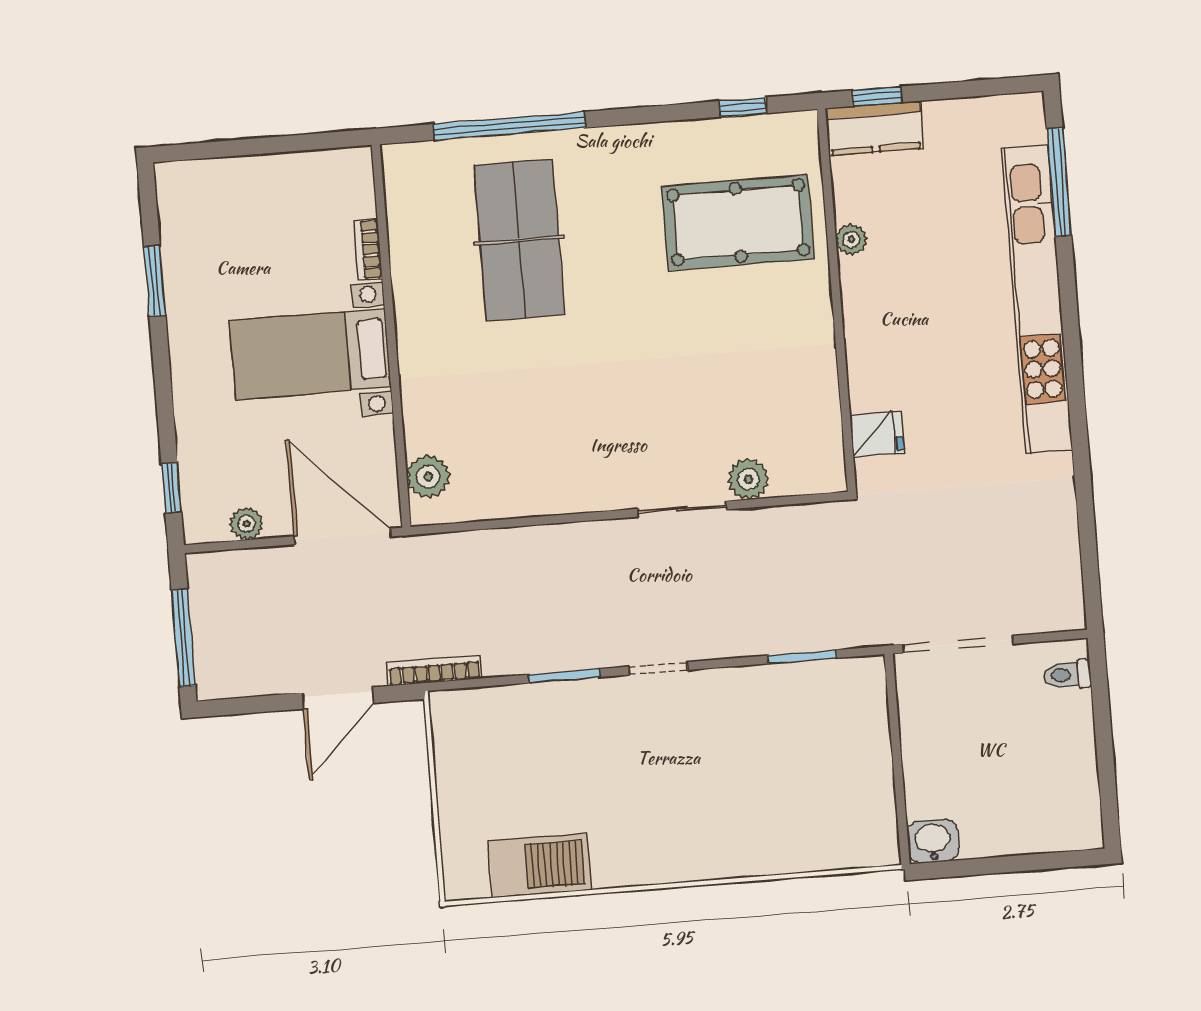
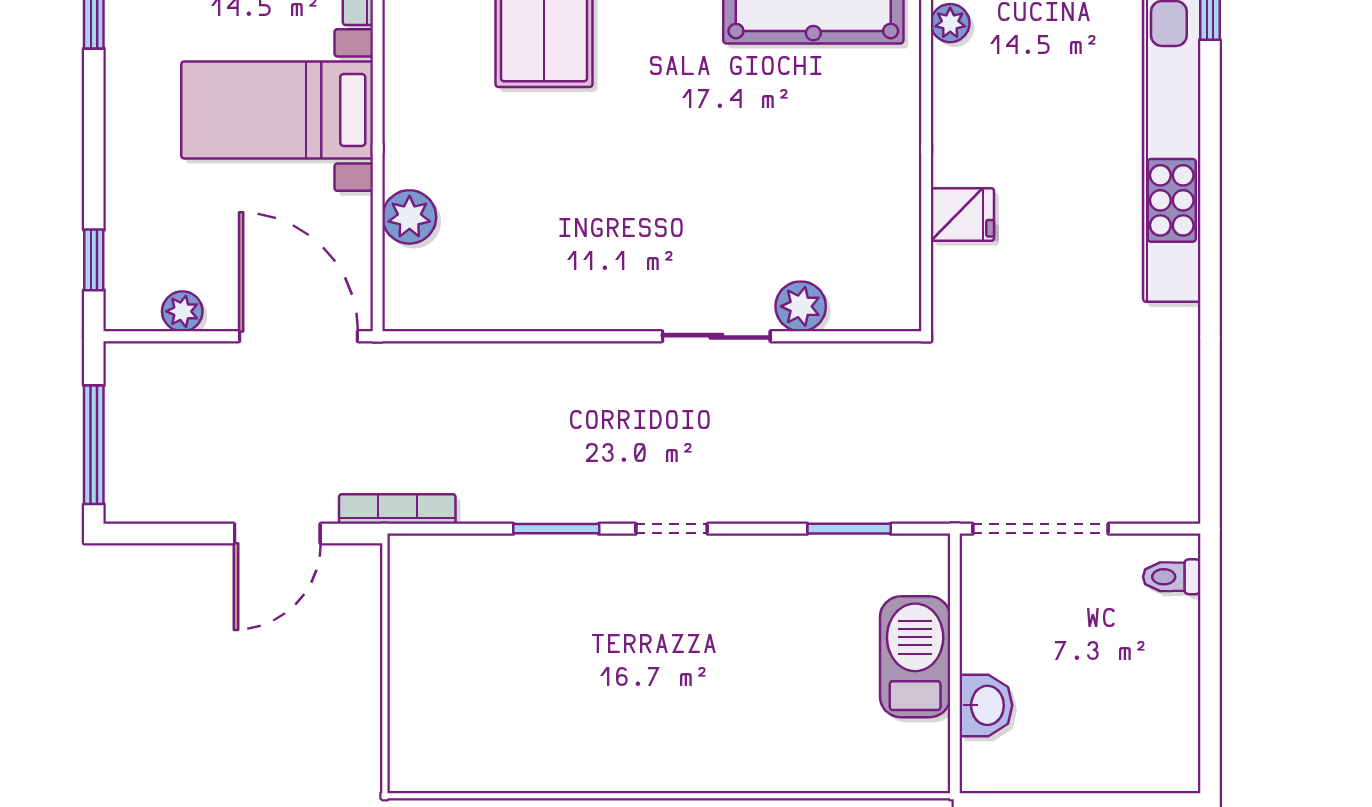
fridge: (877, 434) -> (962, 214), moved
plant: (428, 477) -> (409, 217), moved
washbasin: (933, 841) -> (986, 705), moved, turned 90
barbecue: (540, 865) -> (915, 657), moved, turned -90

